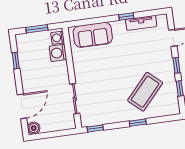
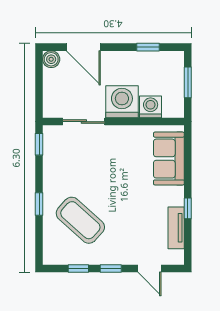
washing machine: (58, 38) -> (122, 102), moved, width x1.89, depth x1.89

